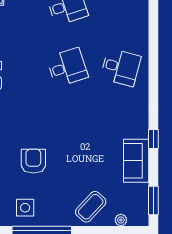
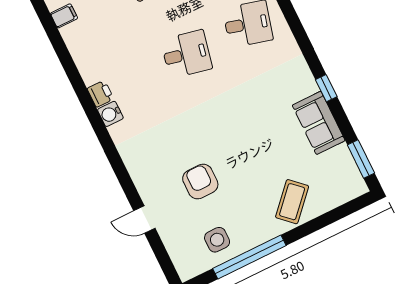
desk: (67, 67) -> (186, 54), turned 30
plant: (121, 220) -> (334, 200), removed

